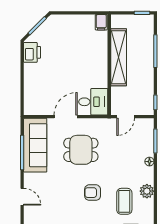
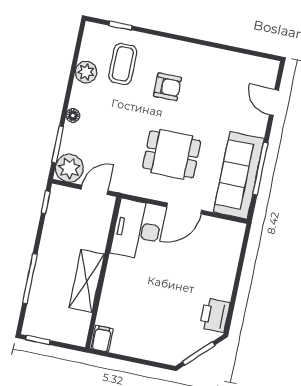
shelving: (119, 57) -> (87, 281), width x0.68
desk: (93, 102) -> (137, 230), width x1.37
plant: (145, 127) -> (69, 168), added

